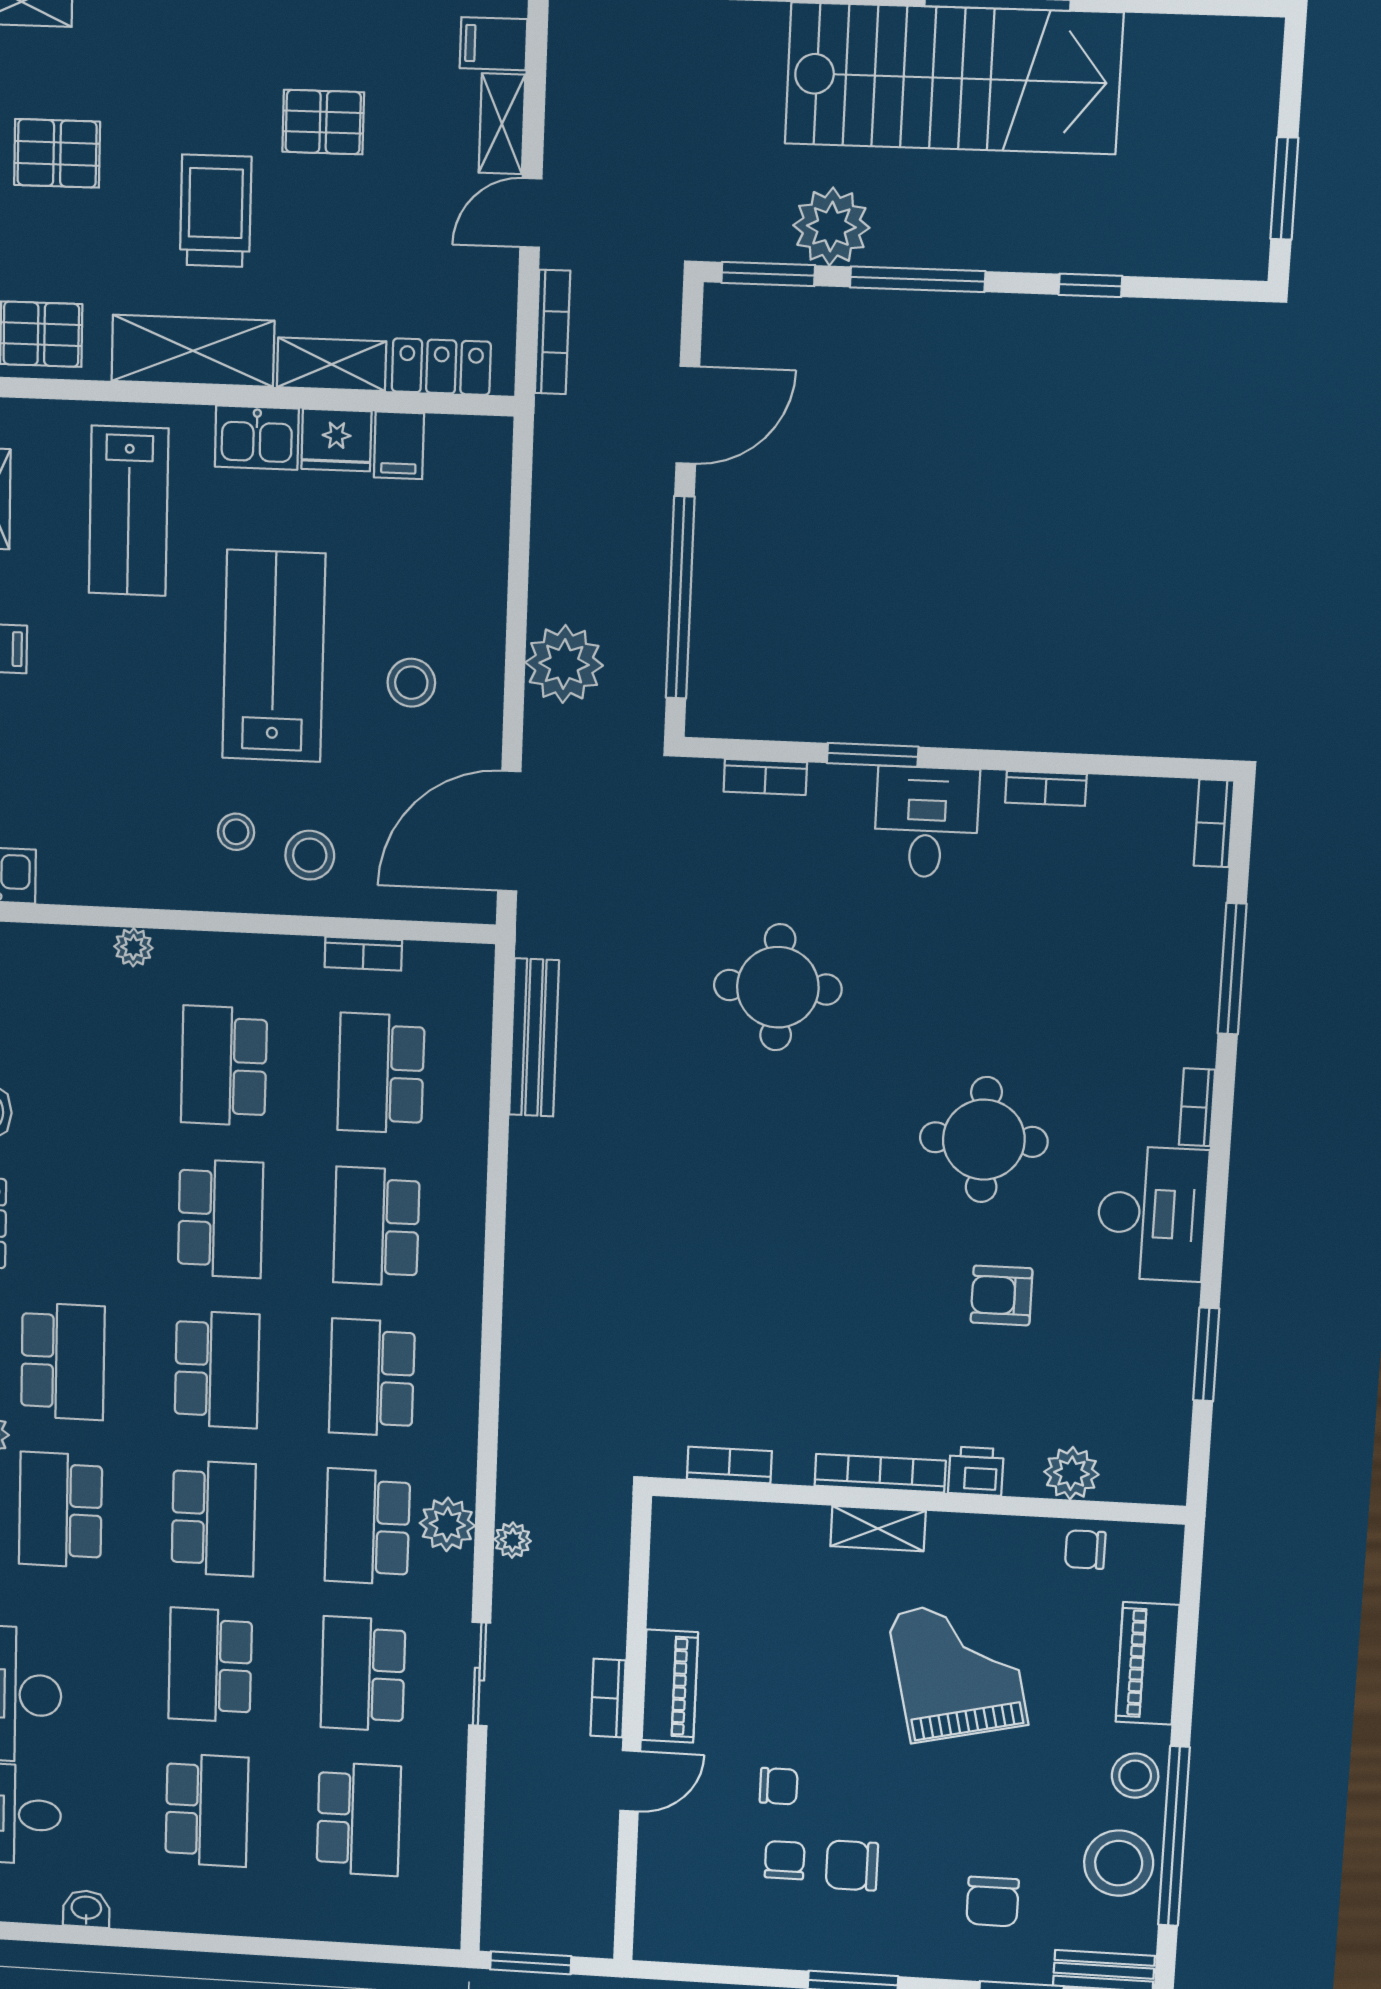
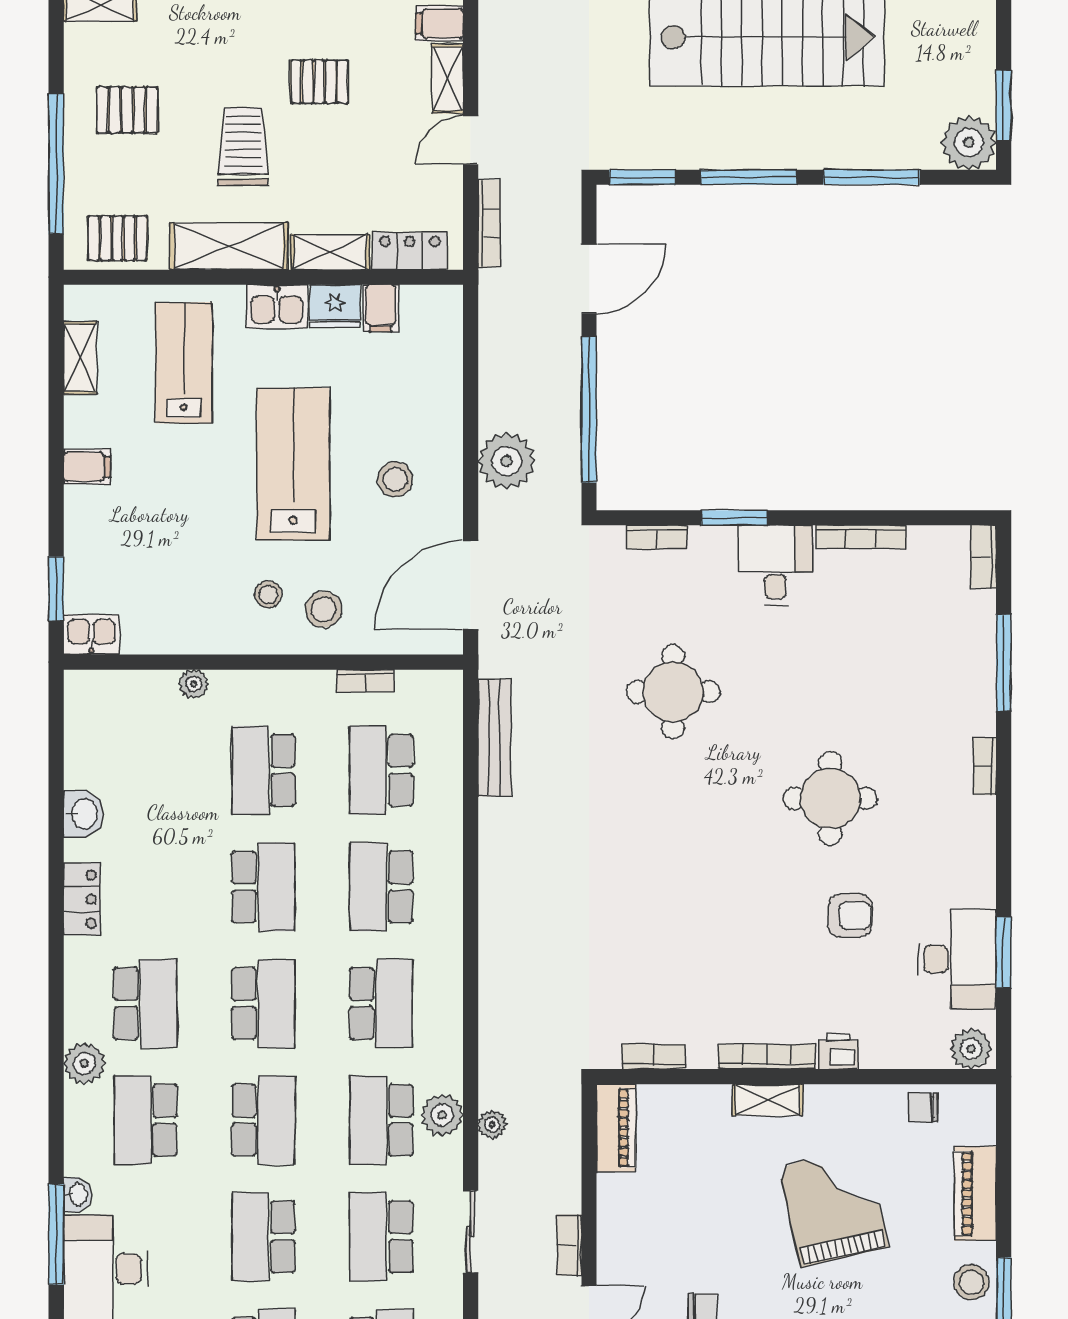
plant: (831, 226) -> (969, 143), moved
window: (1090, 285) -> (872, 177), width x2.17
lab bench: (129, 511) -> (184, 363), turned 180
bookcase: (1046, 788) -> (861, 537), width x1.56
desk: (1152, 1214) -> (957, 959), moved
armchair: (1002, 1295) -> (850, 916), turned 180
school desk: (372, 1378) -> (381, 1004), turned 180
plant: (1071, 1473) -> (971, 1049), moved
piano: (670, 1686) -> (616, 1128), moved

